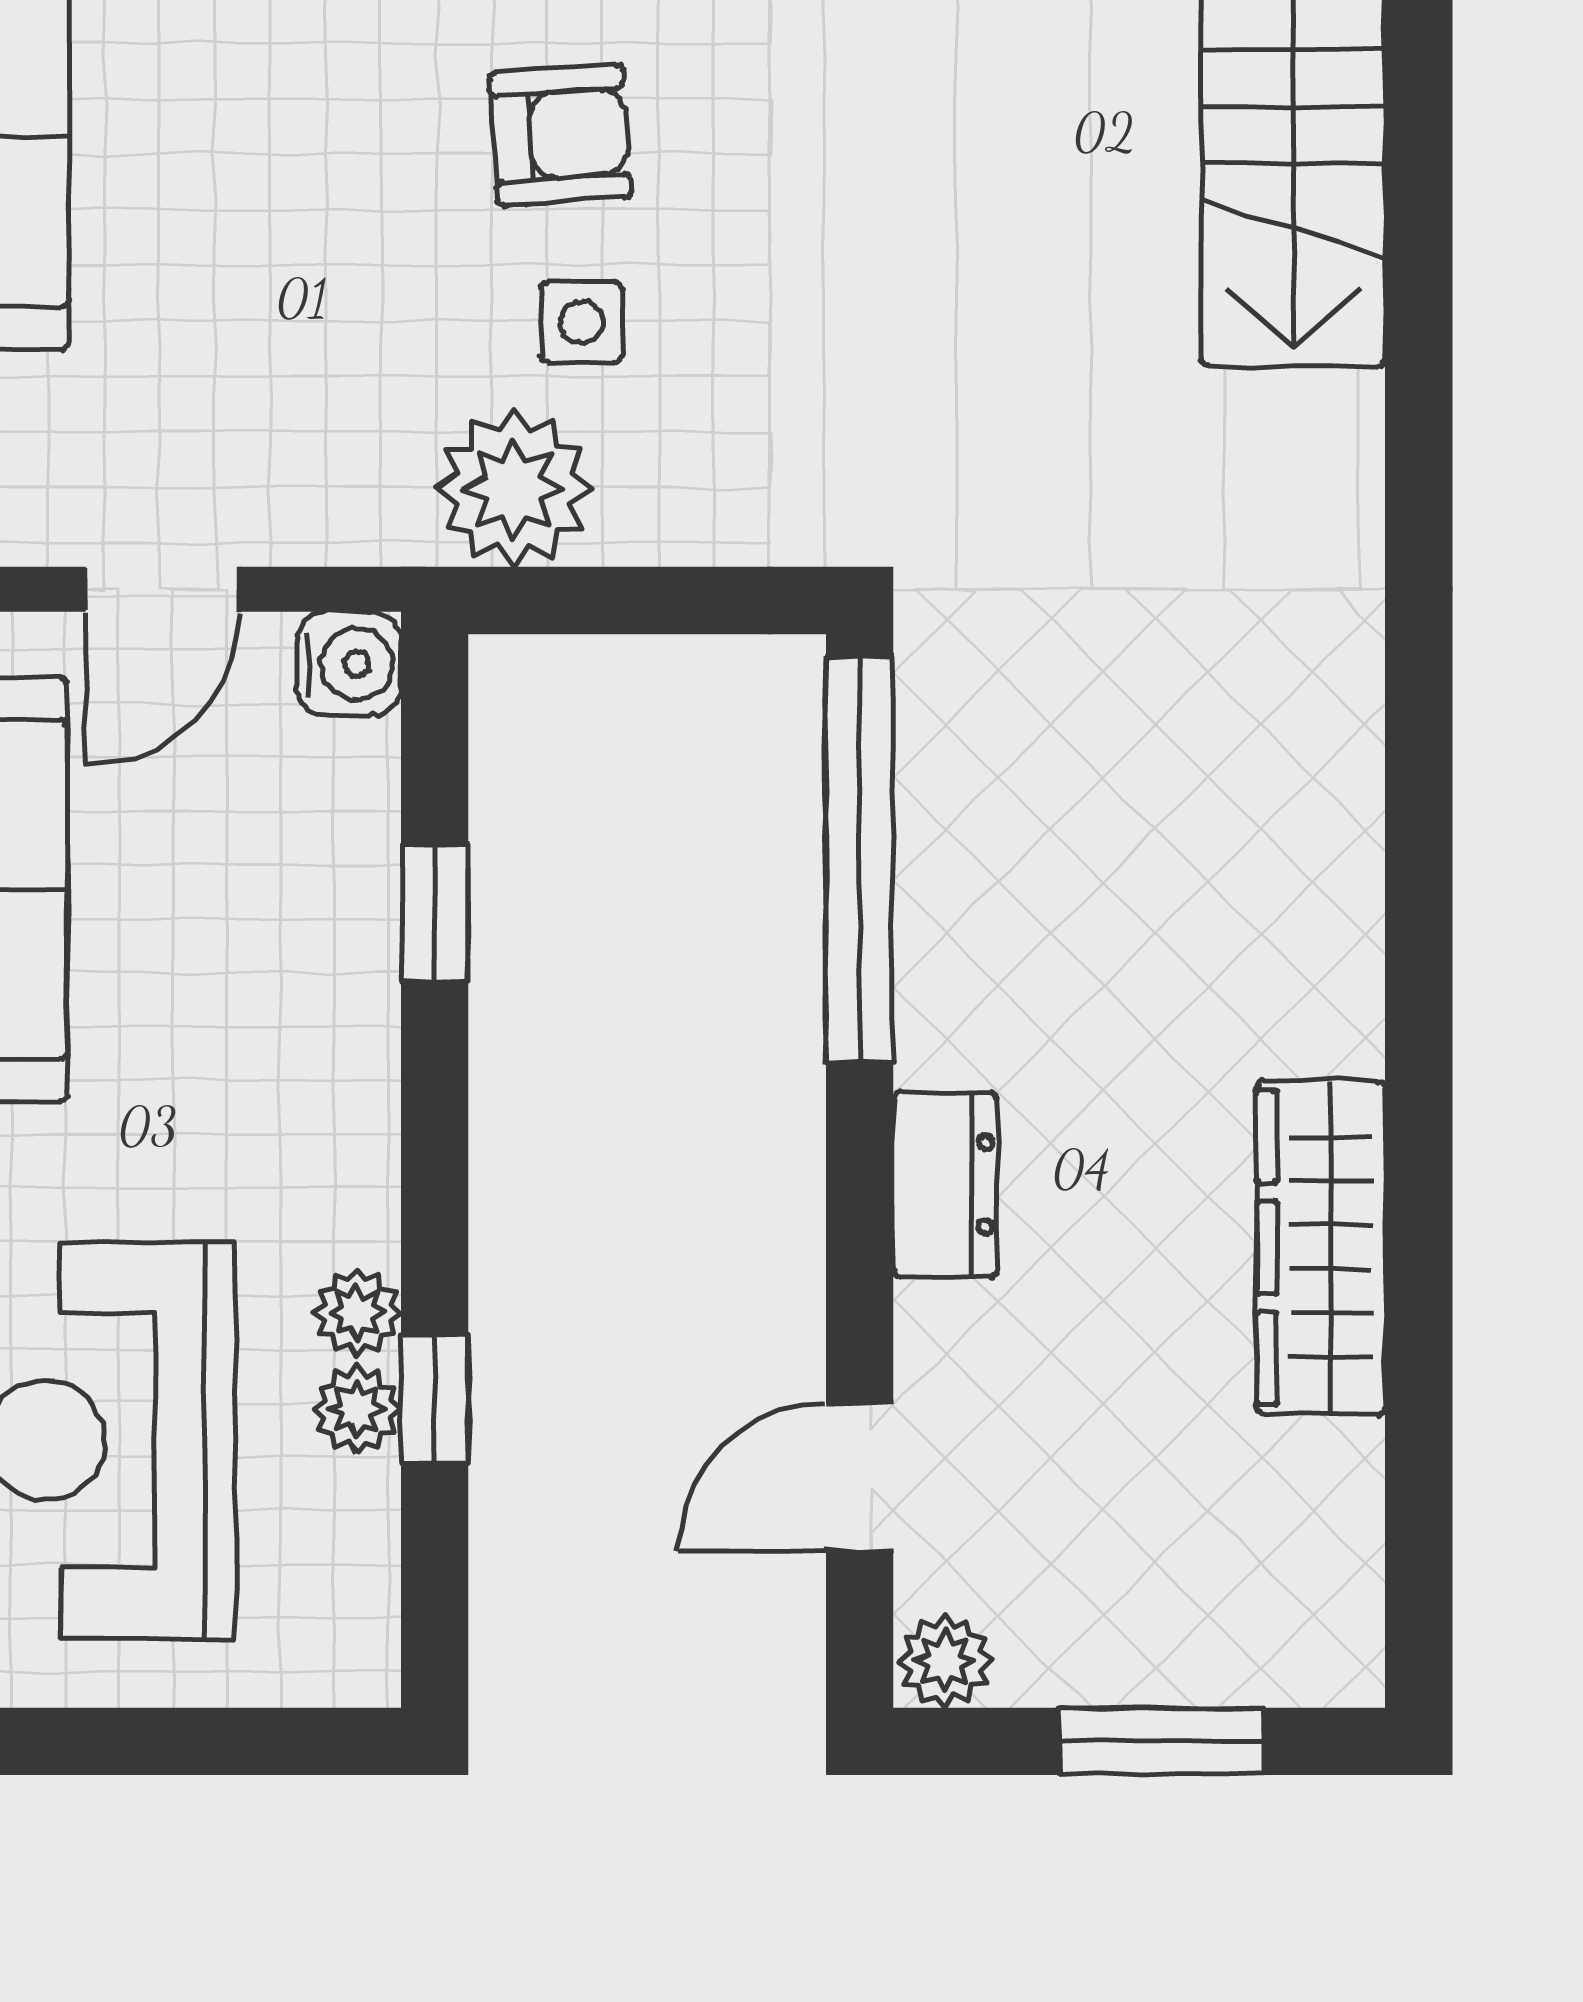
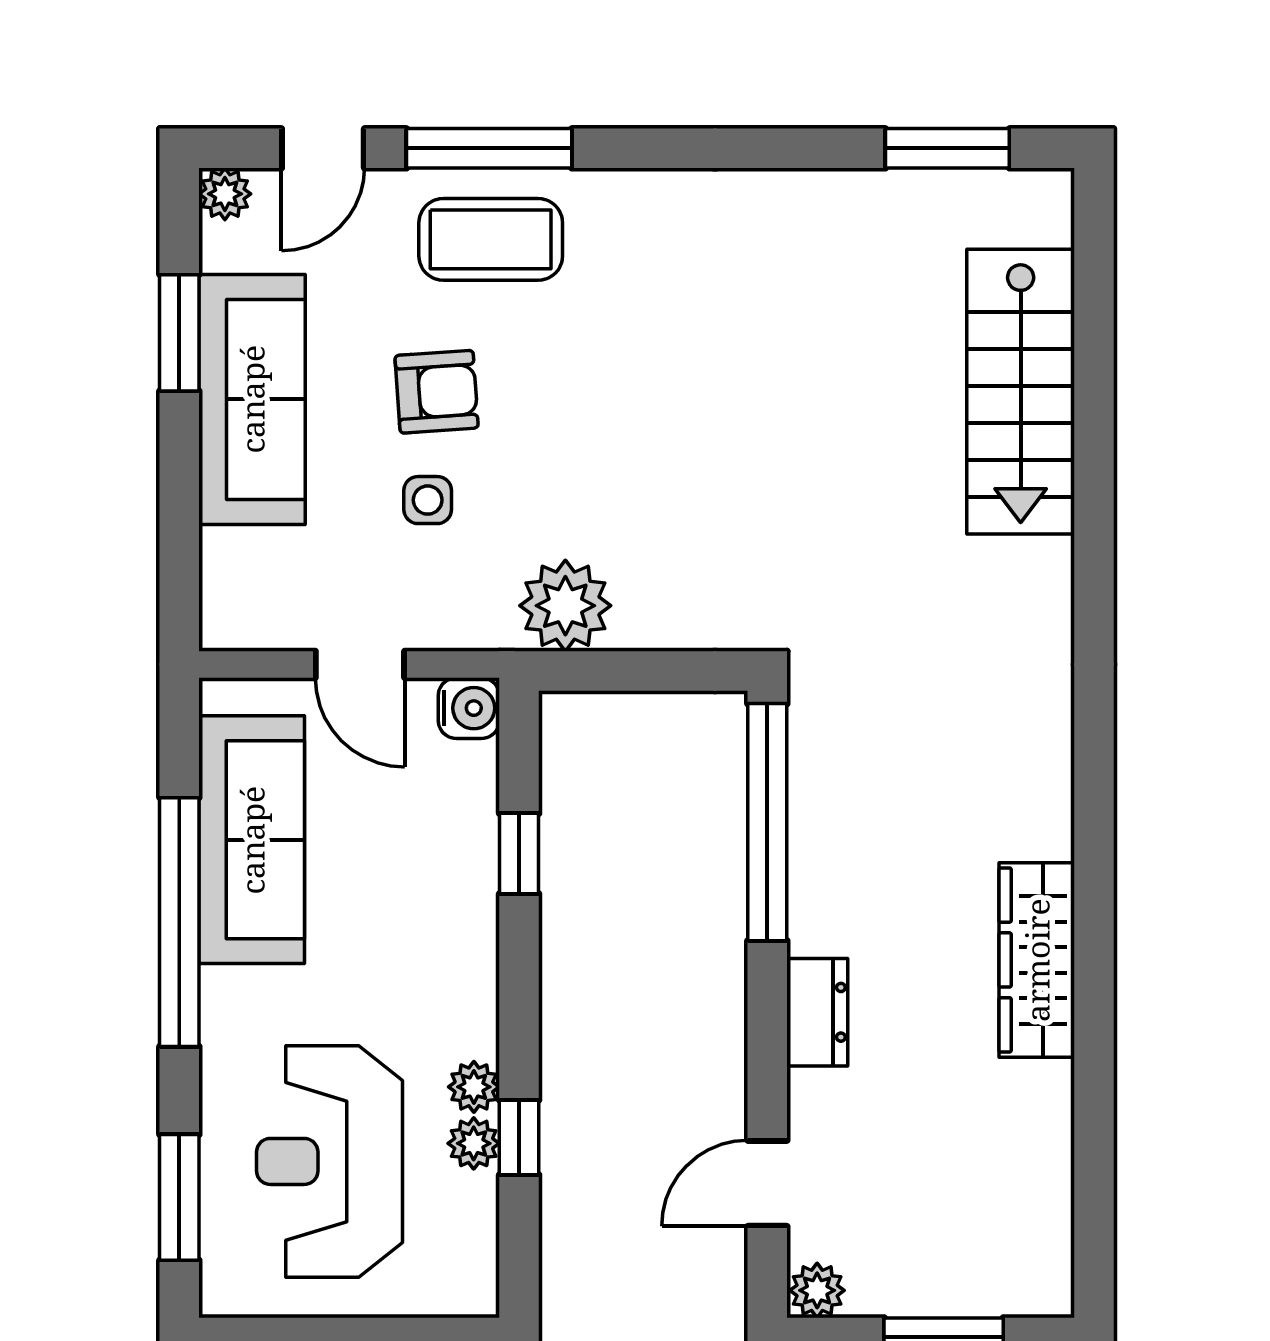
armchair: (560, 135) -> (437, 392), moved
side table: (581, 322) -> (428, 500), moved
door: (162, 589) -> (360, 664), hinge flipped
wardrobe: (1321, 1248) -> (1037, 960), moved

